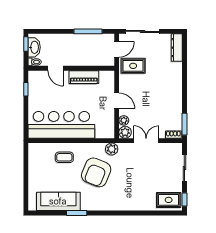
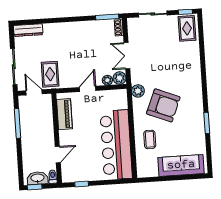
piano: (84, 77) -> (64, 114), moved
sofa: (58, 201) -> (181, 165), moved, turned 90

